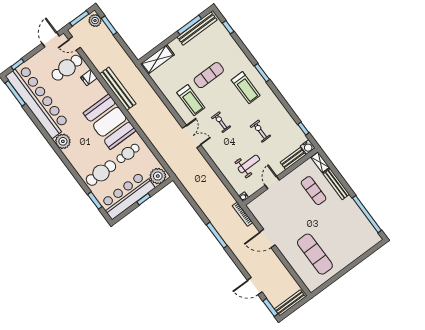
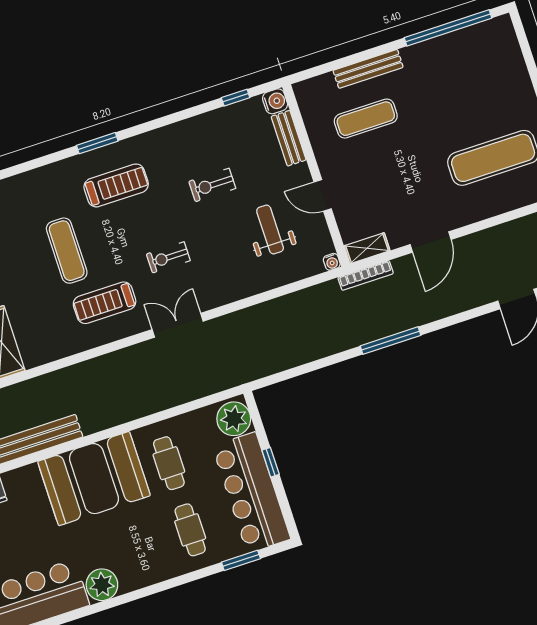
treadmill: (191, 100) -> (105, 303), turned 180
shelving: (320, 162) -> (367, 248), moved
cafe table: (101, 173) -> (190, 530), width x0.73, depth x0.74

